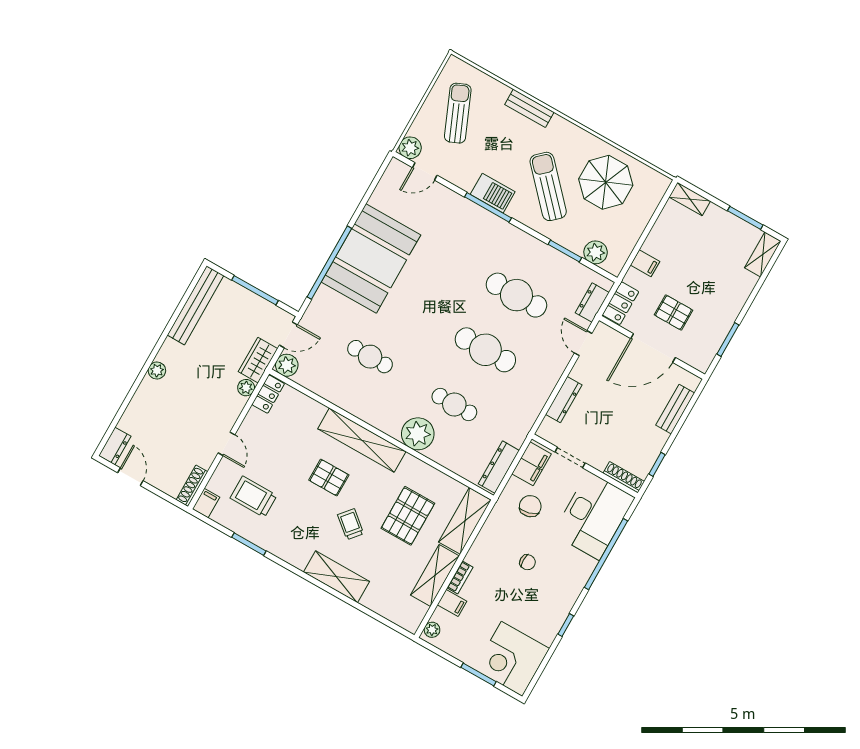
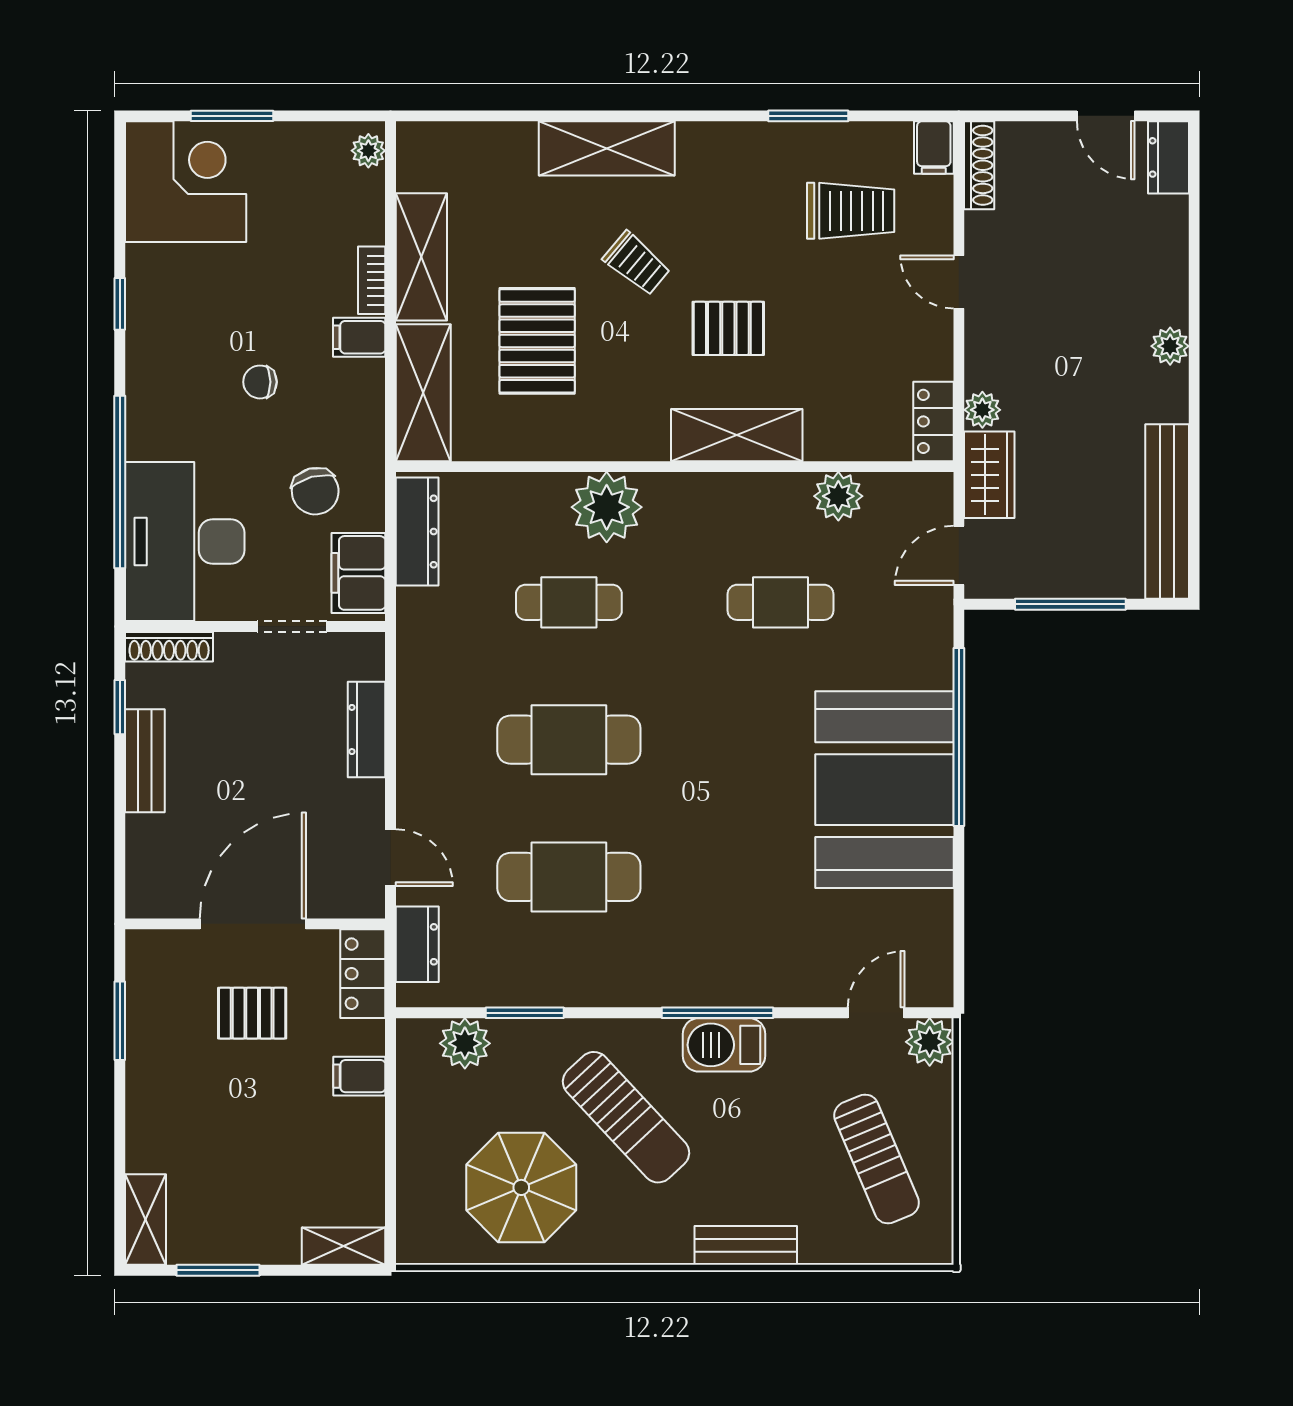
plant: (287, 365) -> (838, 496), moved
bench: (675, 409) -> (145, 761), moved
shelving: (362, 440) -> (737, 435), width x0.68
filing cabinet: (452, 603) -> (359, 337), moved

